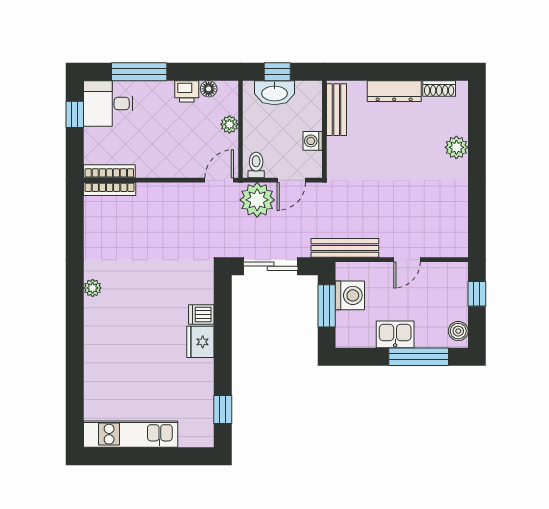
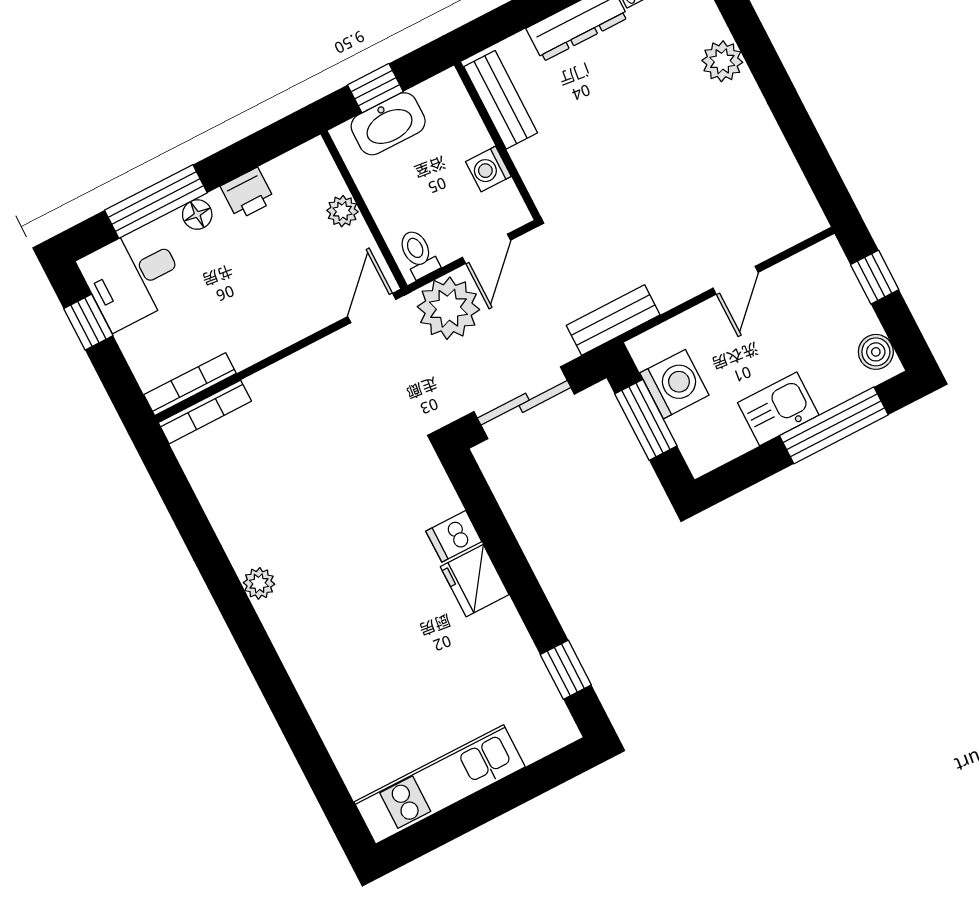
floor lamp: (209, 89) -> (197, 215), moved
bench: (345, 248) -> (613, 320), width x0.73

